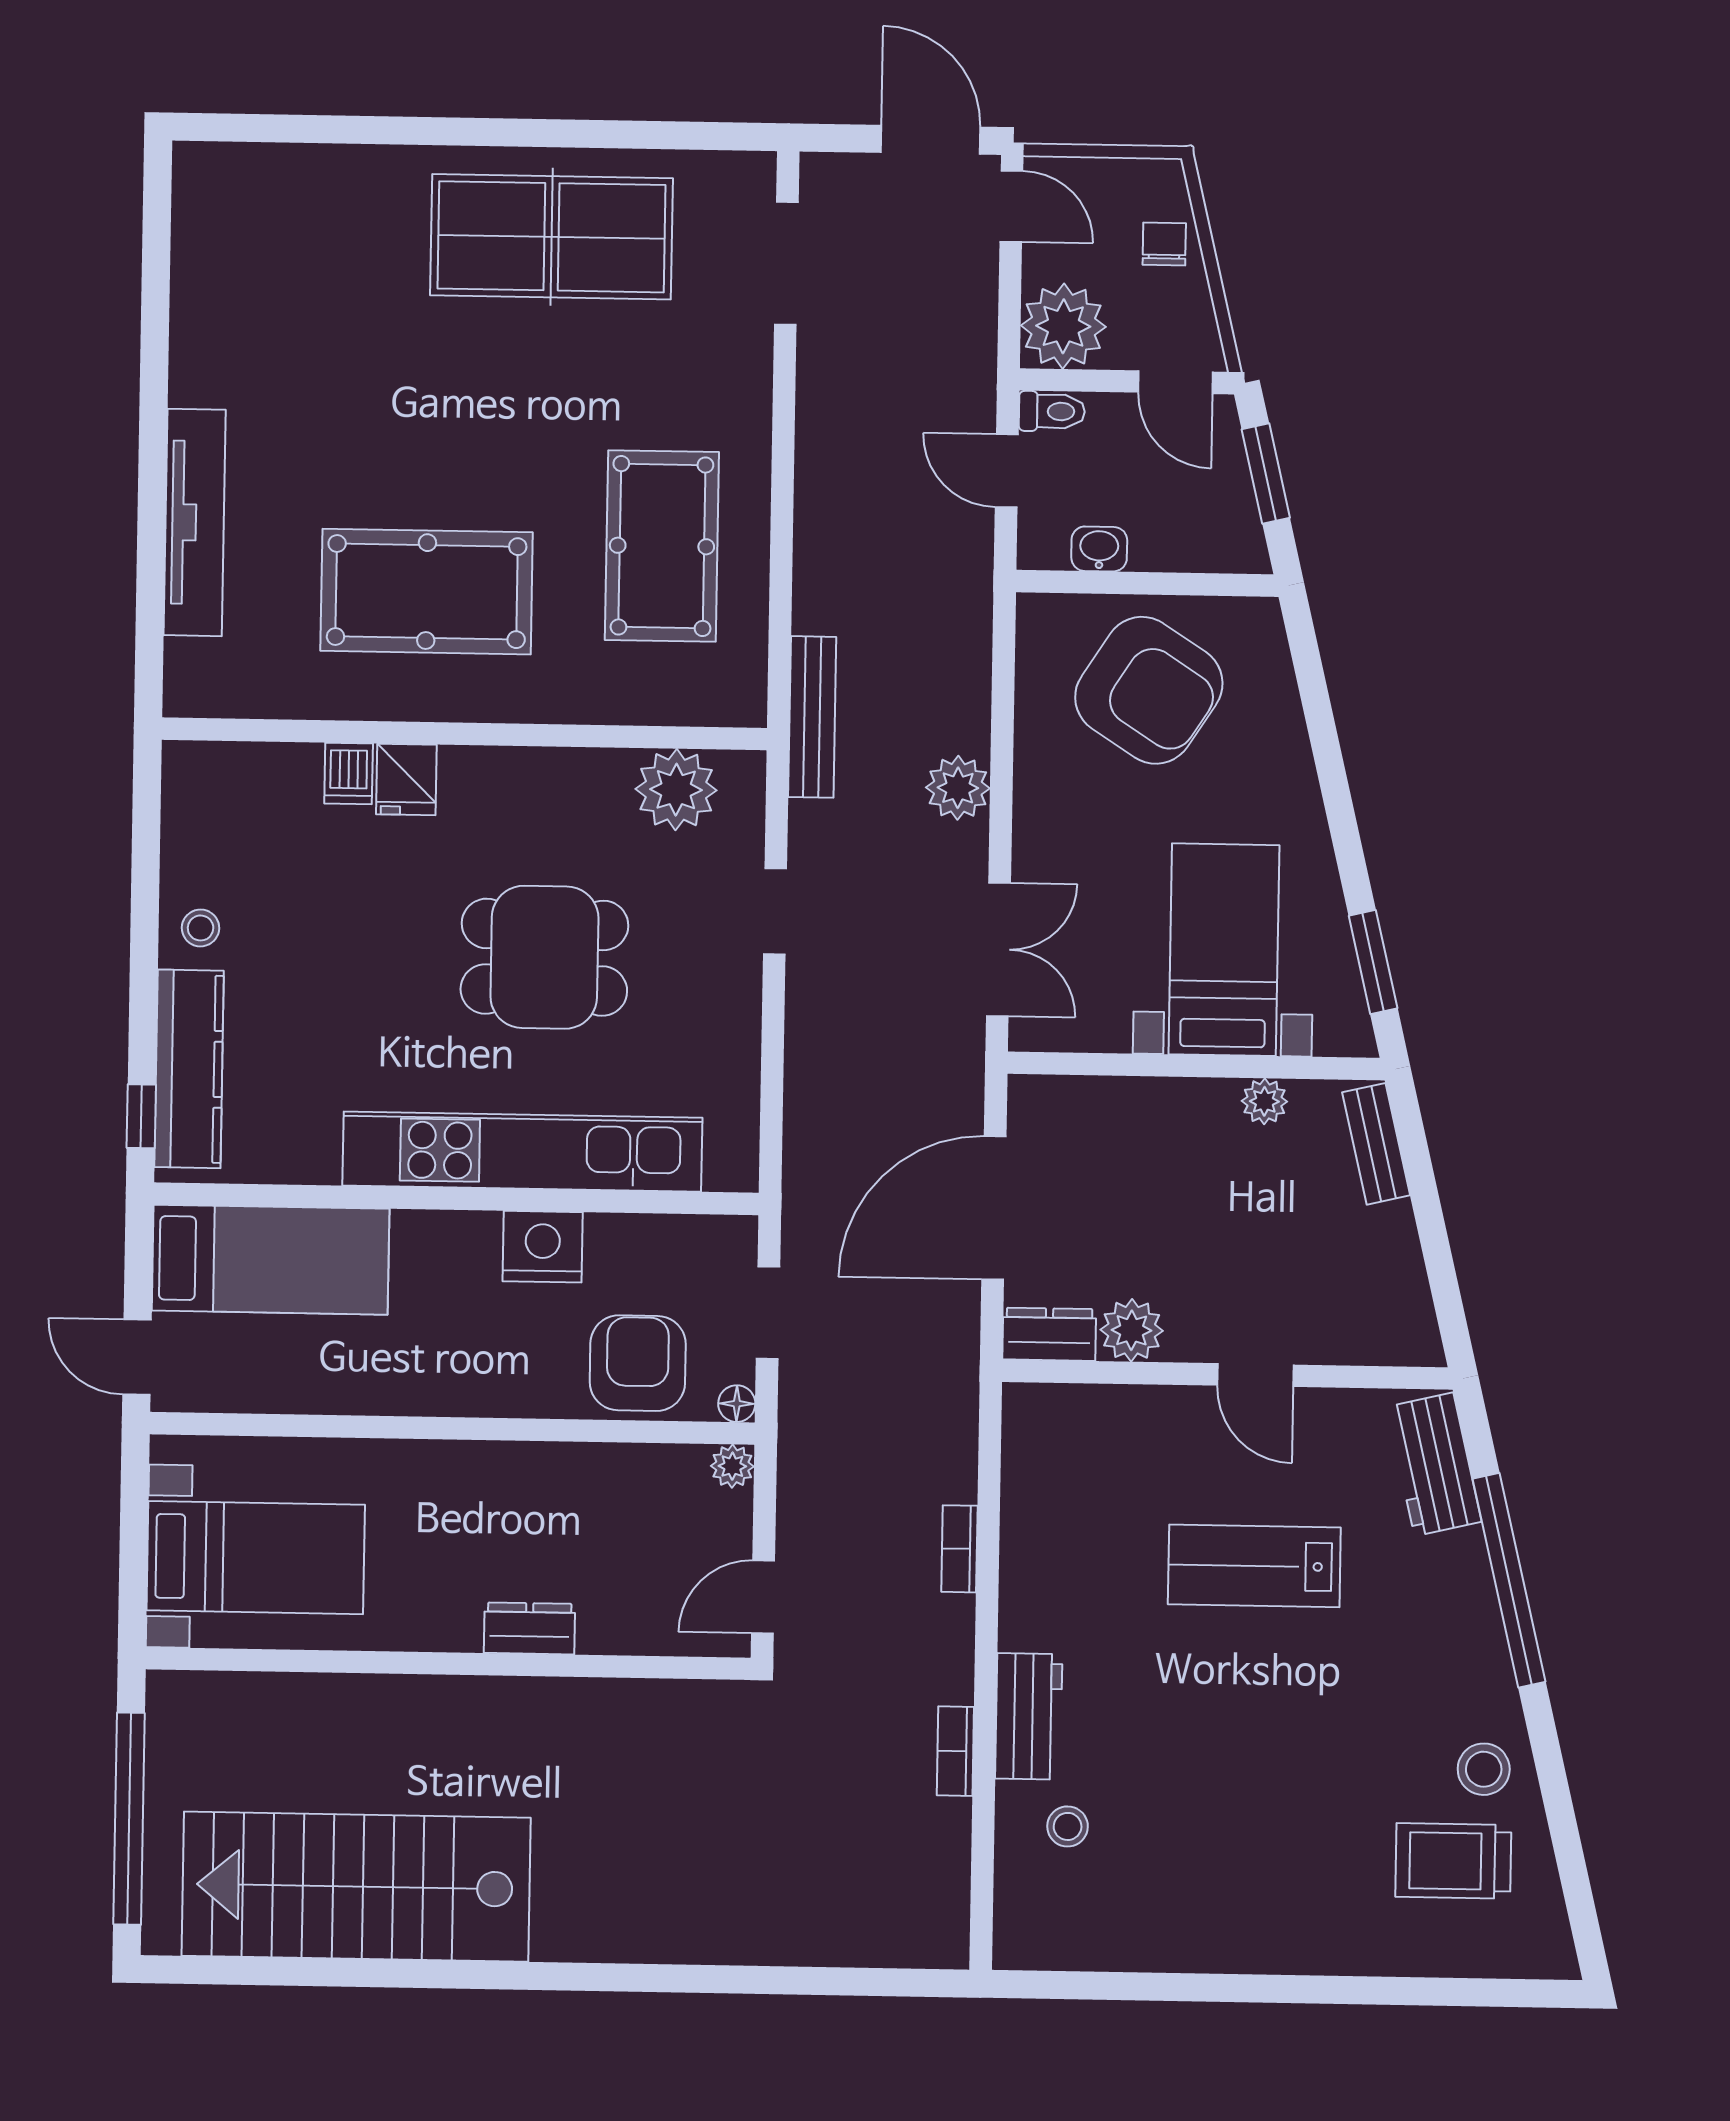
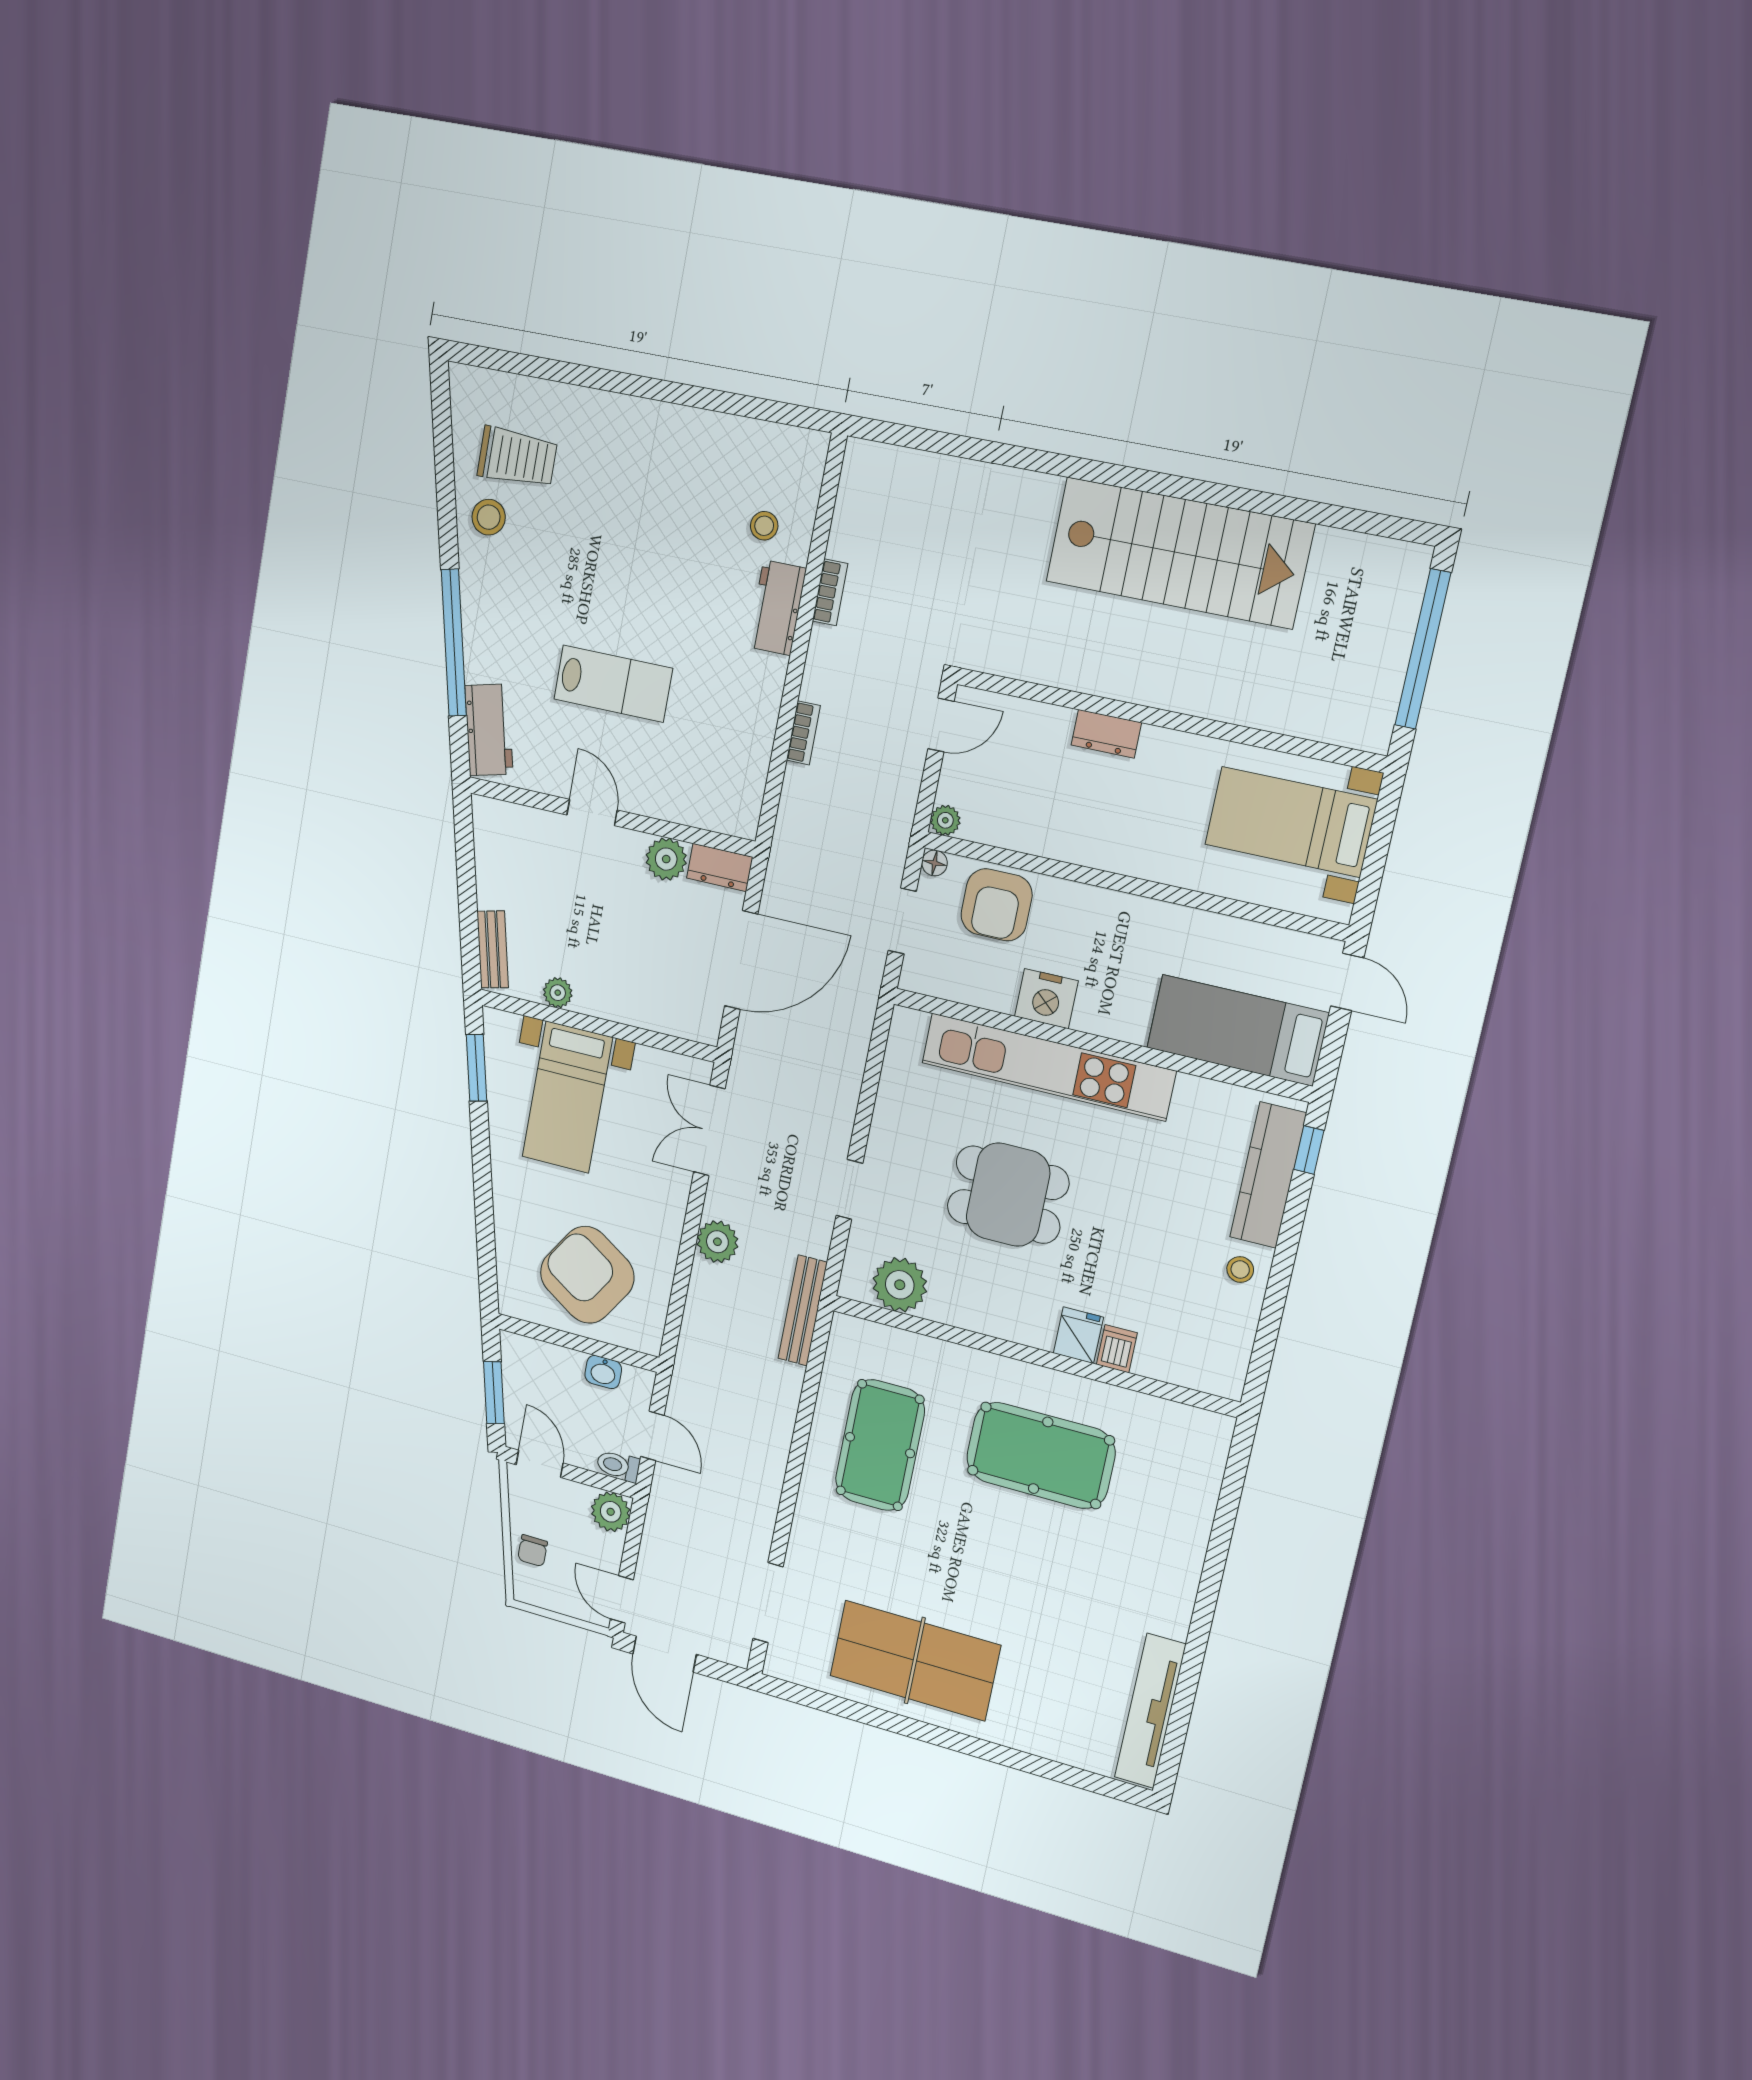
plant: (1063, 326) -> (611, 1512), width x0.73, depth x0.73
tv unit: (195, 522) -> (1150, 1711), moved
stairs: (356, 1887) -> (1179, 553), moved

